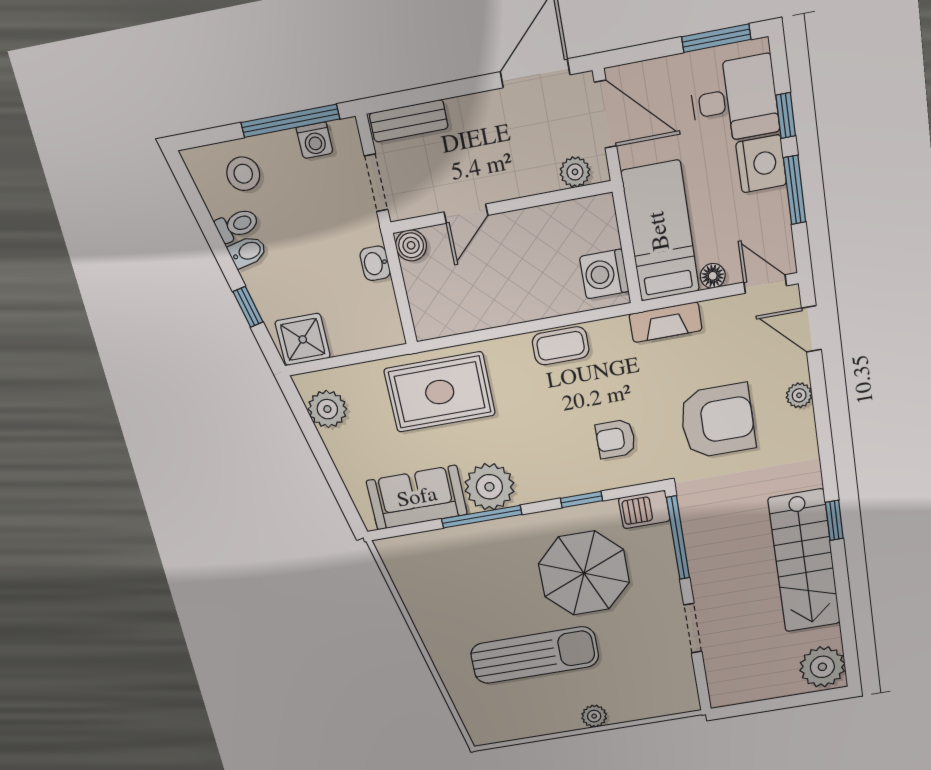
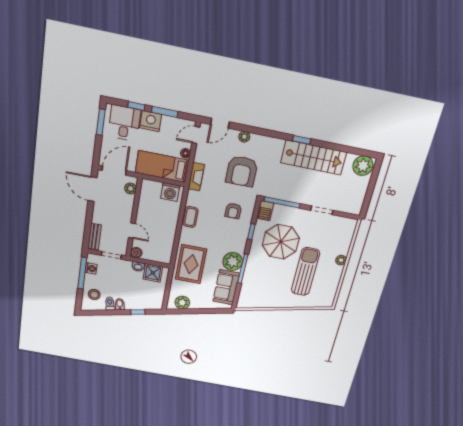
shower: (303, 339) -> (153, 273), moved
armchair: (717, 421) -> (242, 171), turned 180

